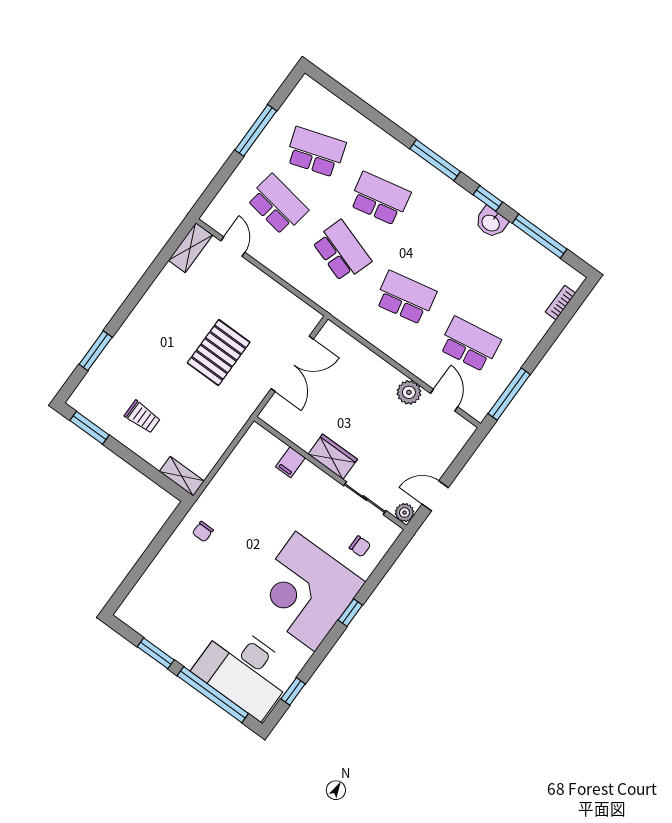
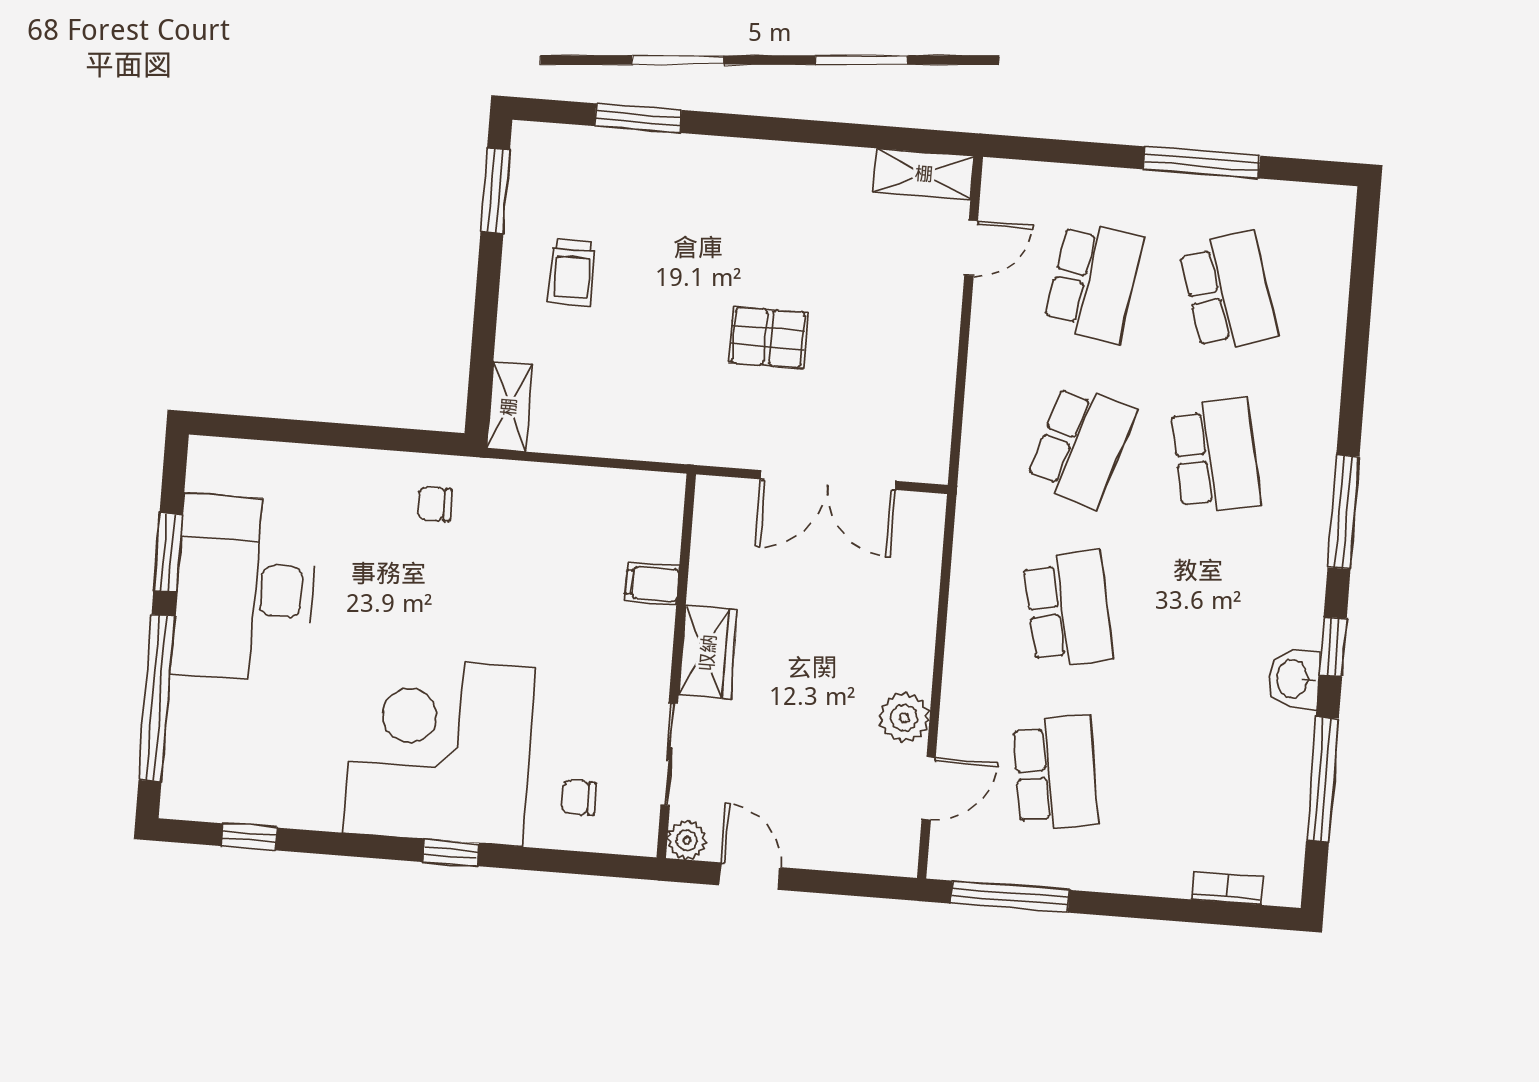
pallet: (219, 353) -> (768, 338), width x0.67, depth x0.71
chair: (360, 546) -> (579, 798), turned 90
desk: (245, 671) -> (245, 588), moved

